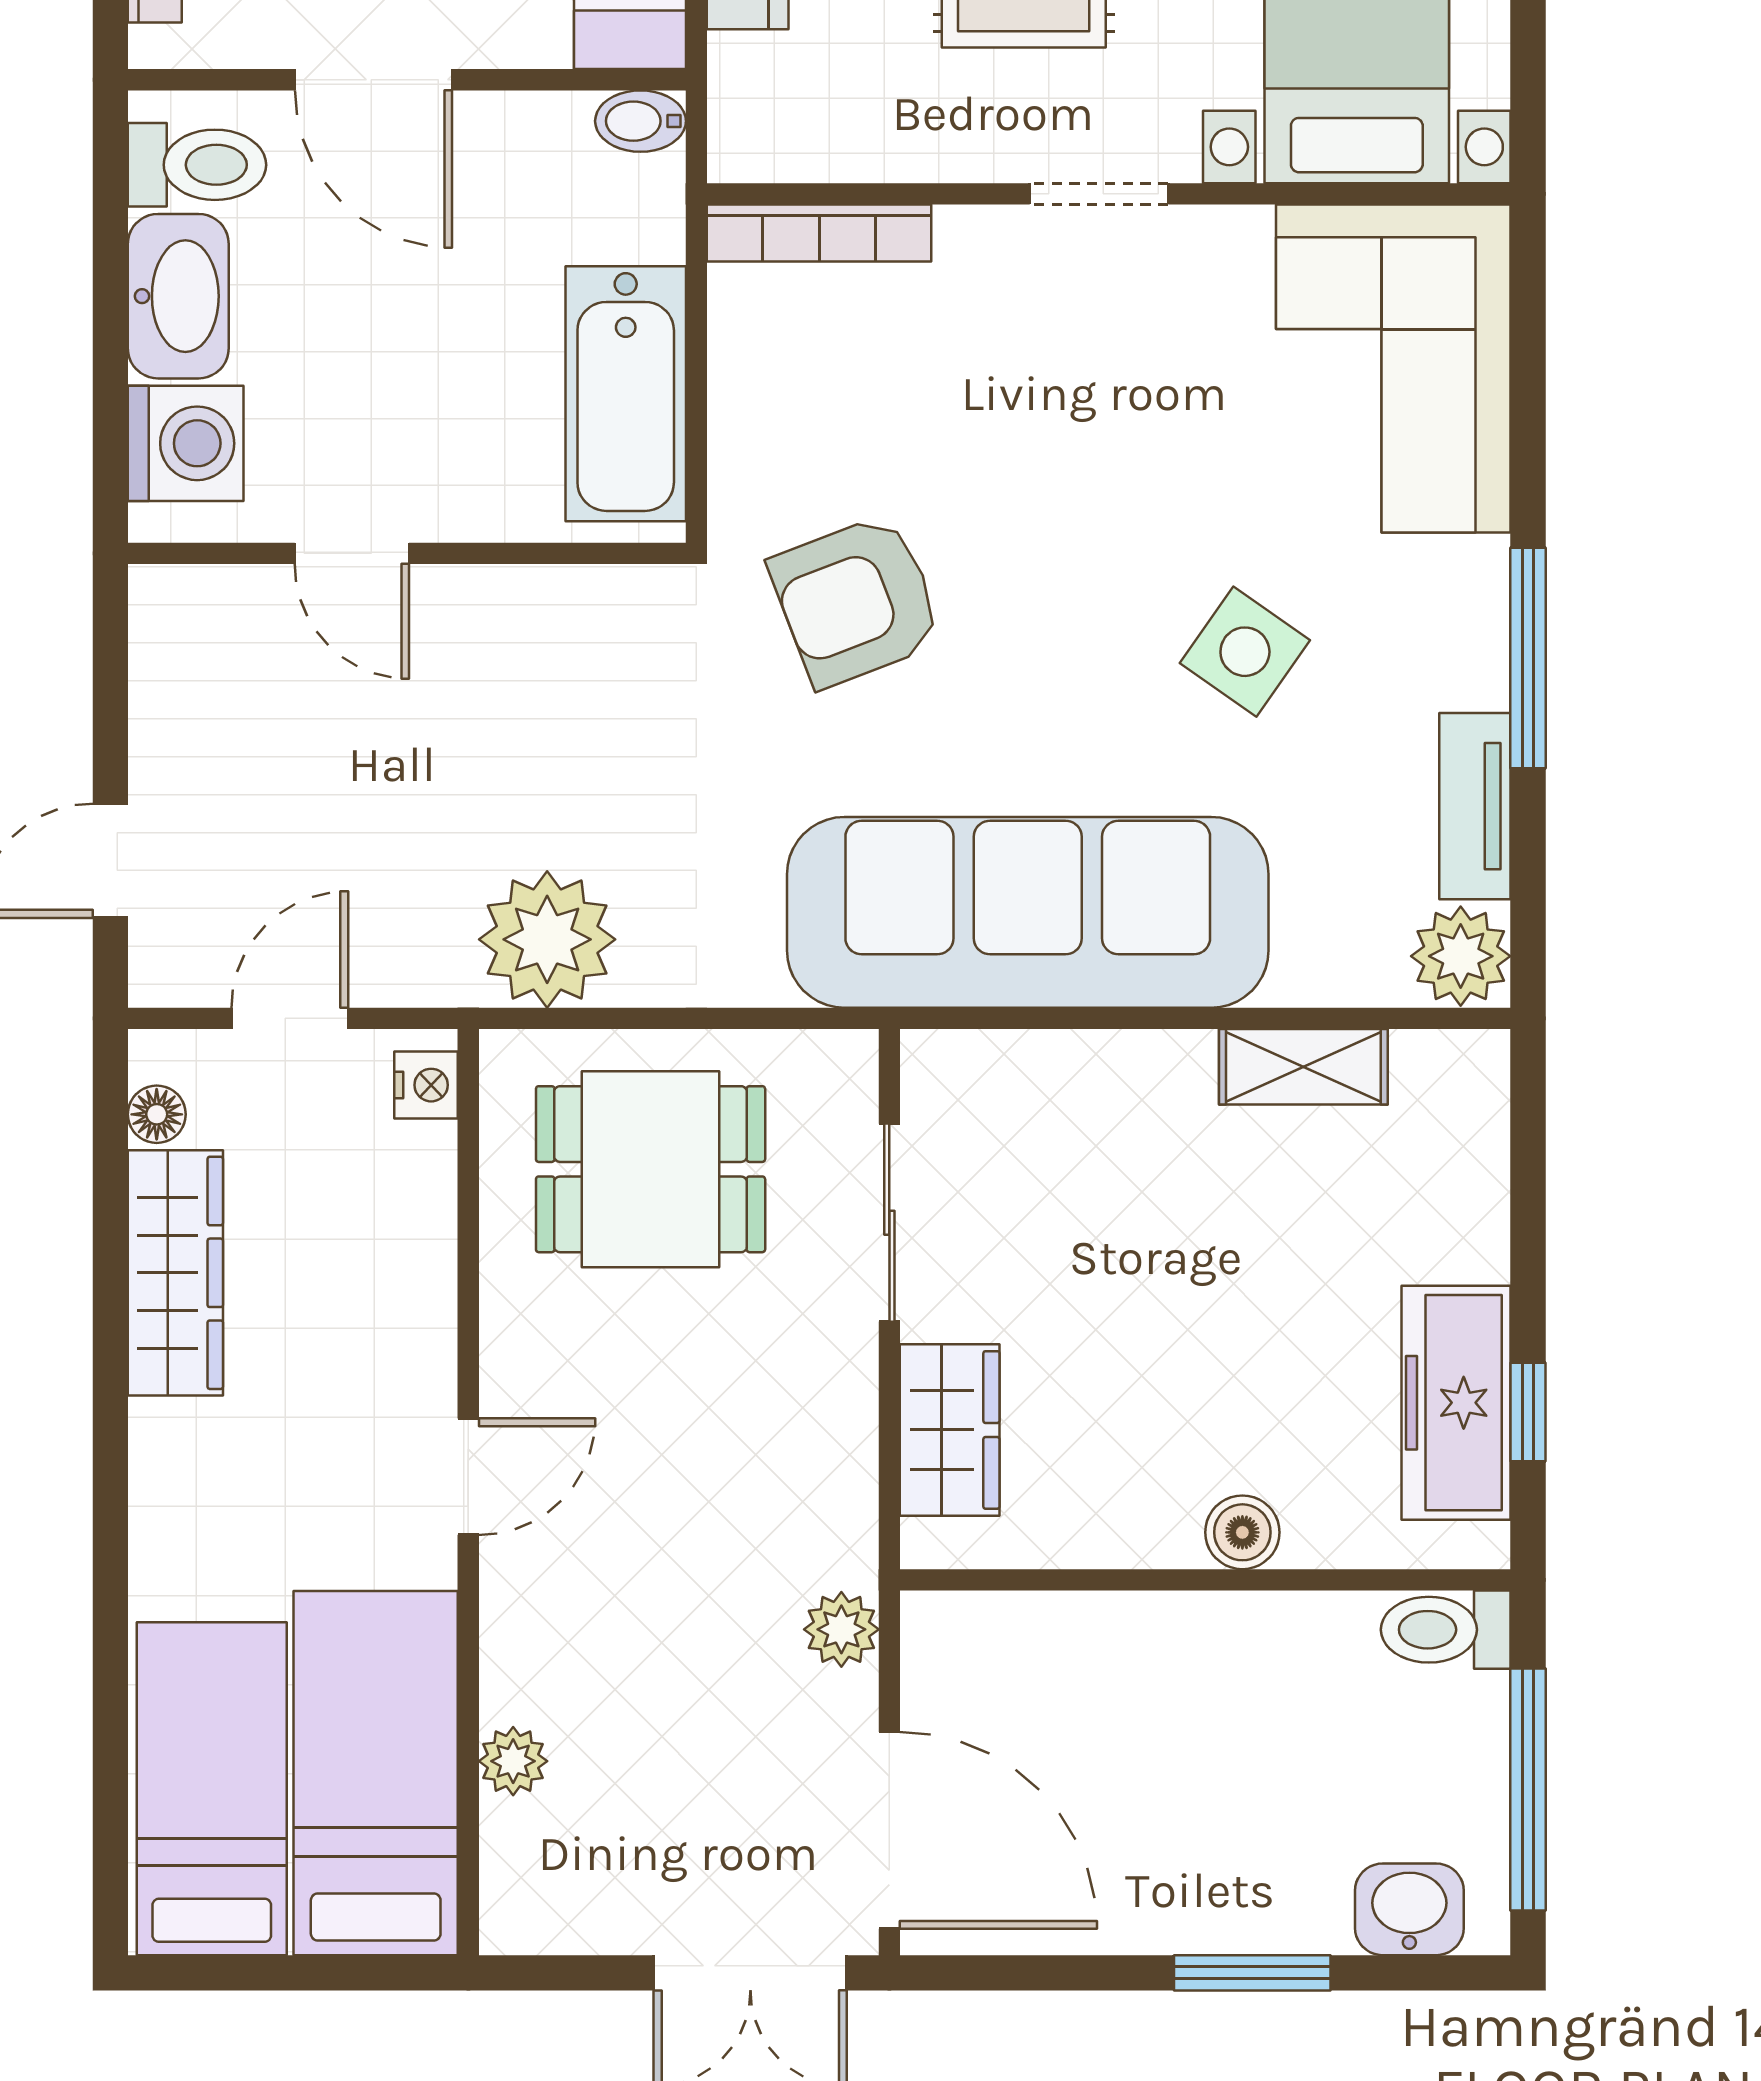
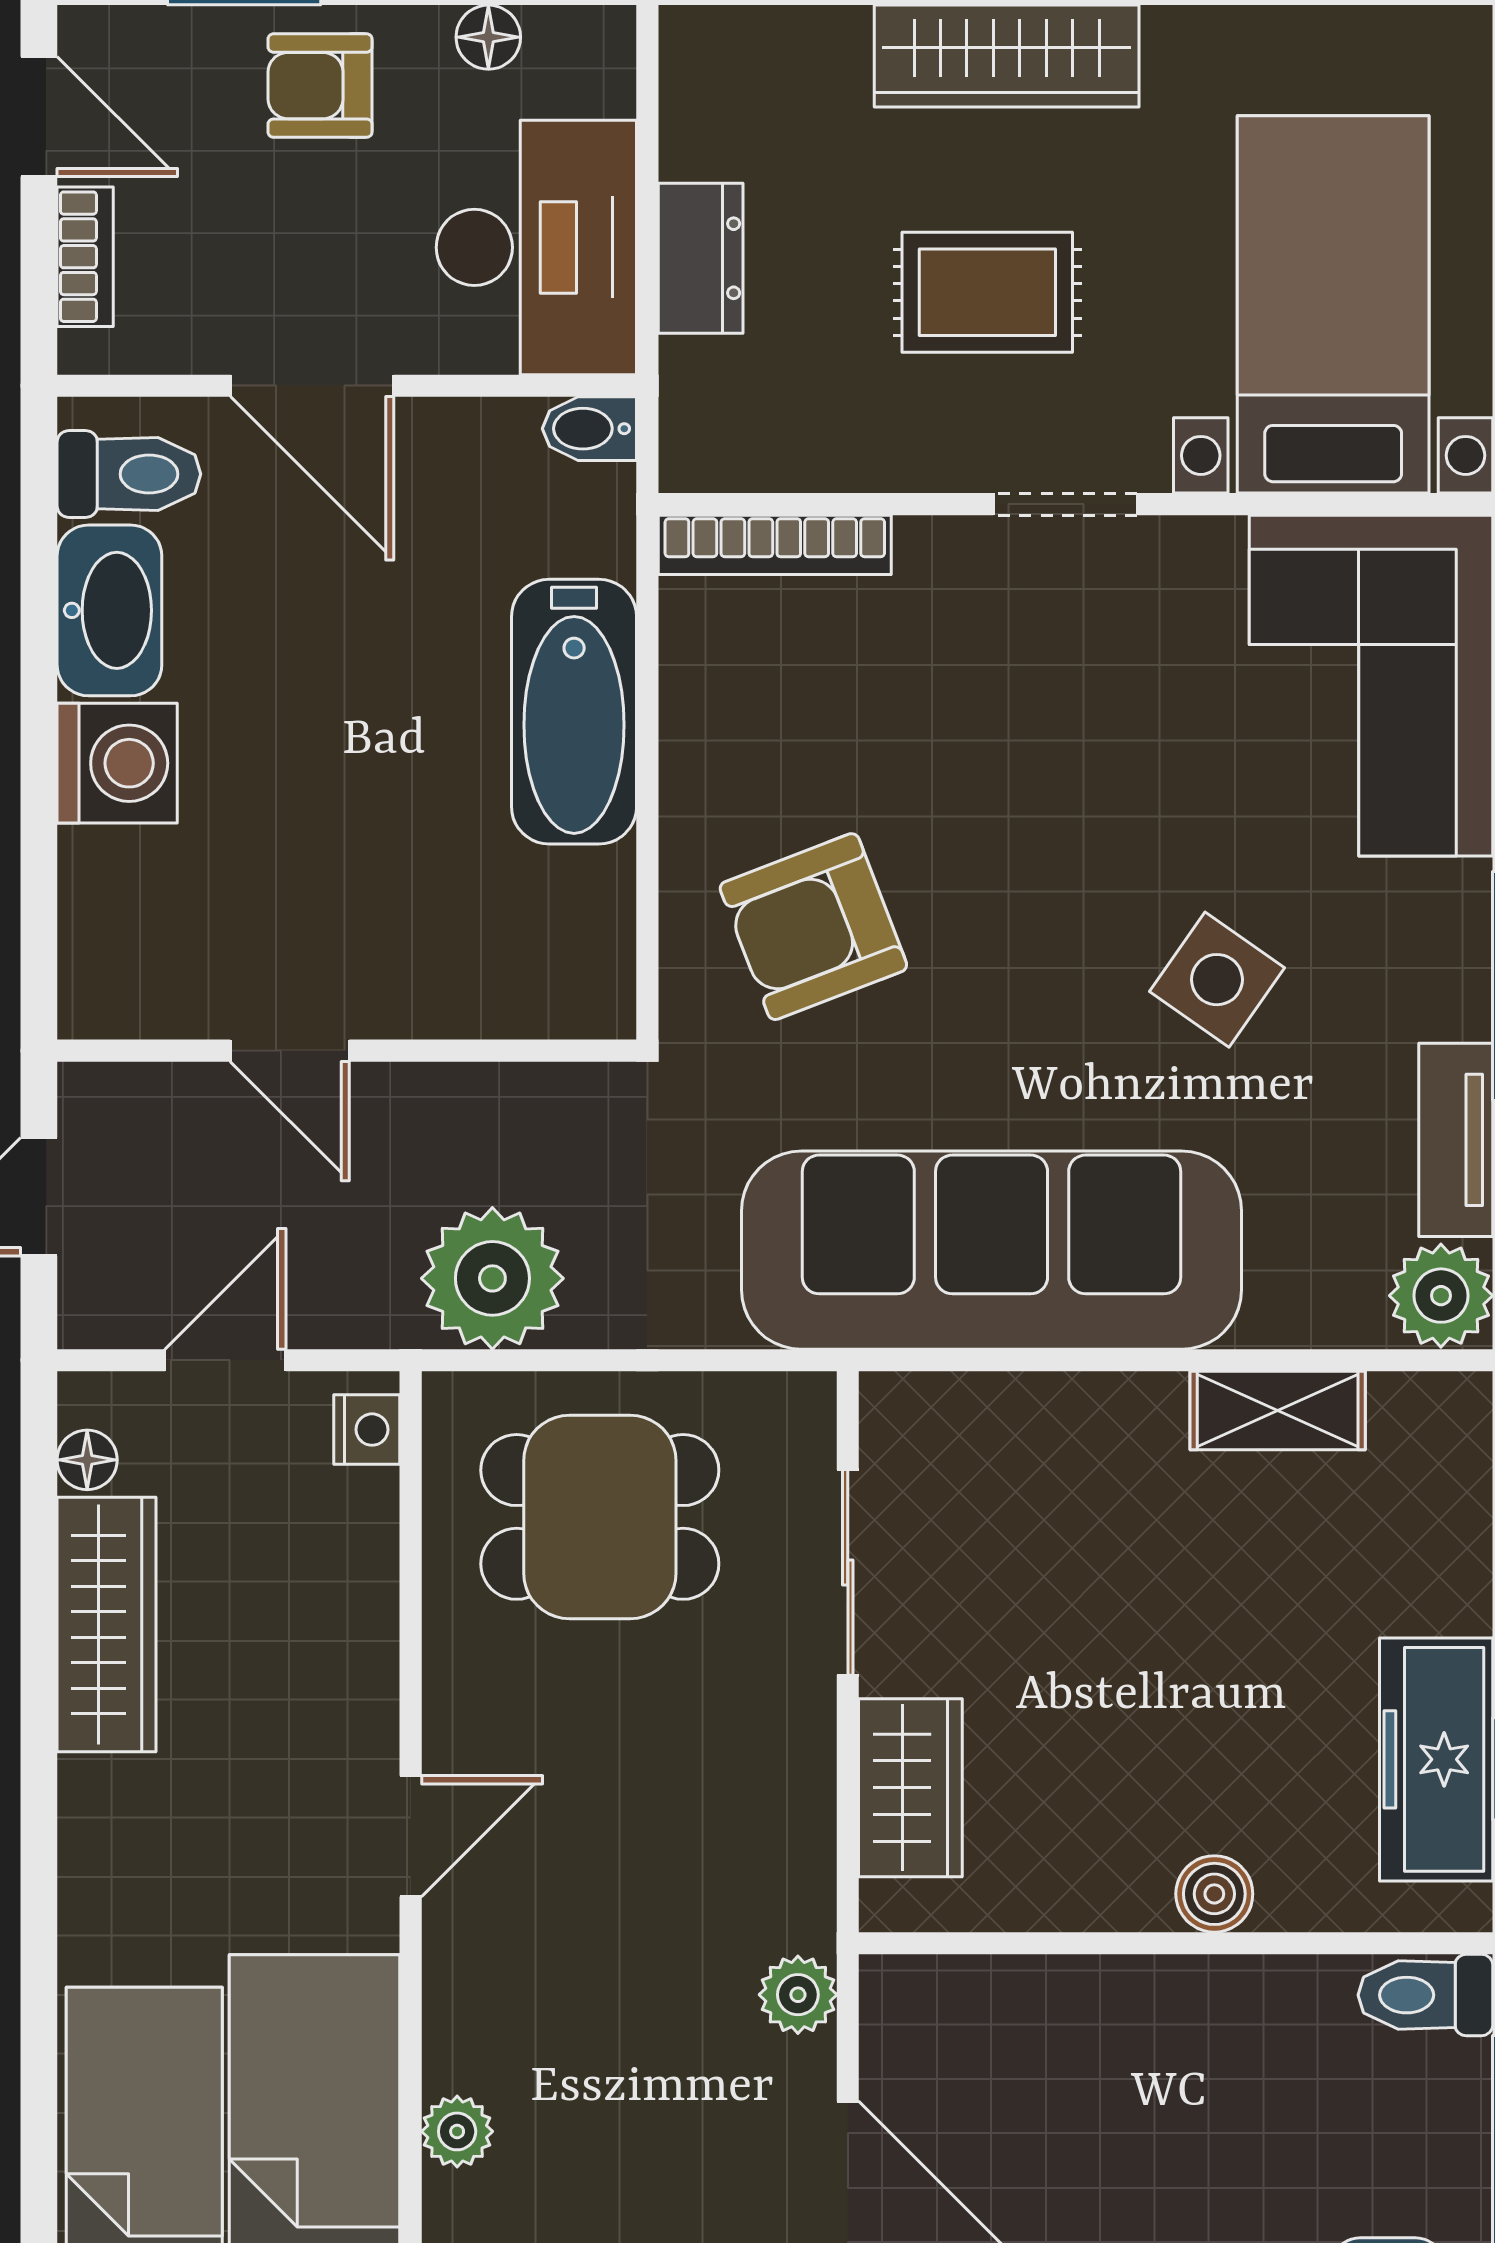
door: (352, 553) -> (290, 1051), moved
wall: (407, 553) -> (347, 1051), moved

